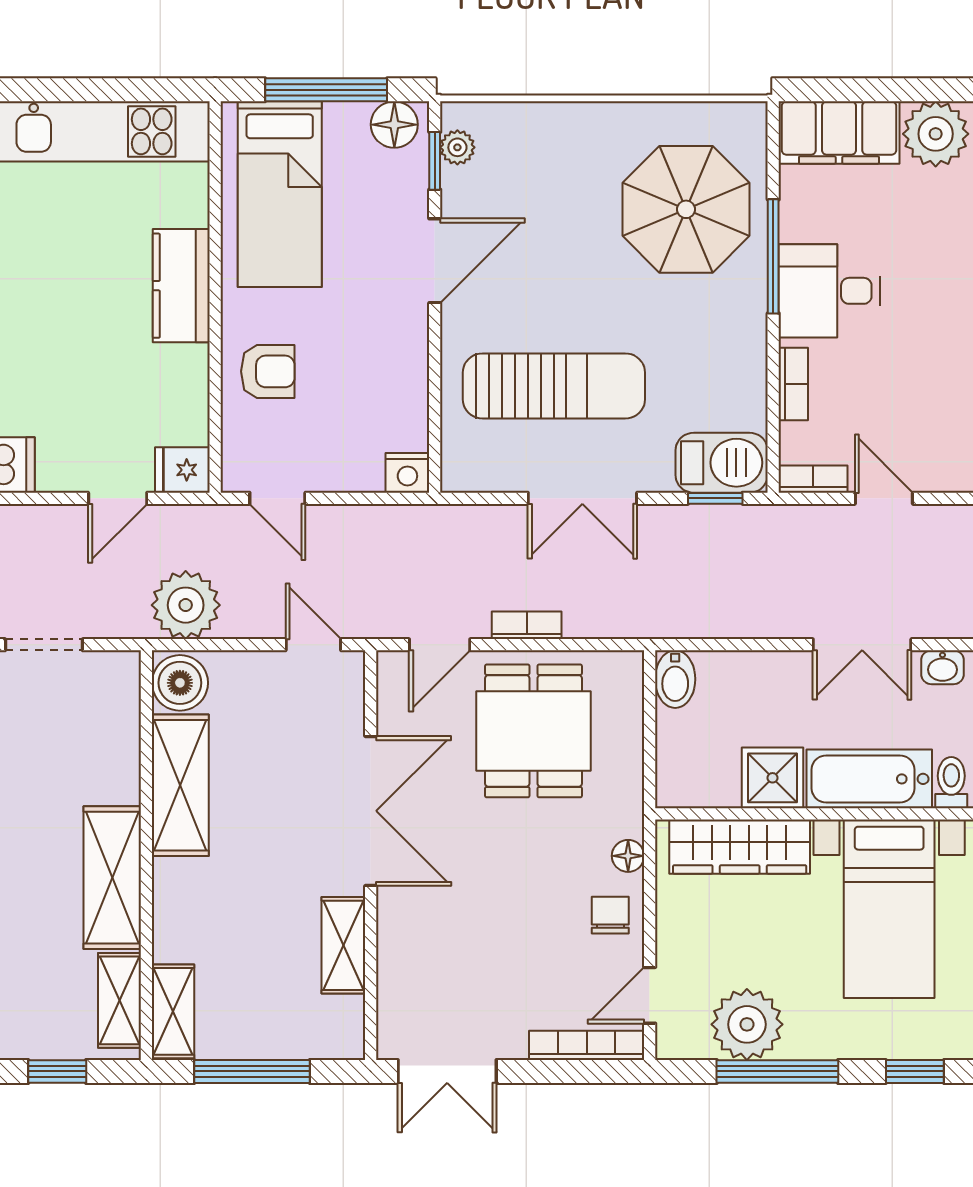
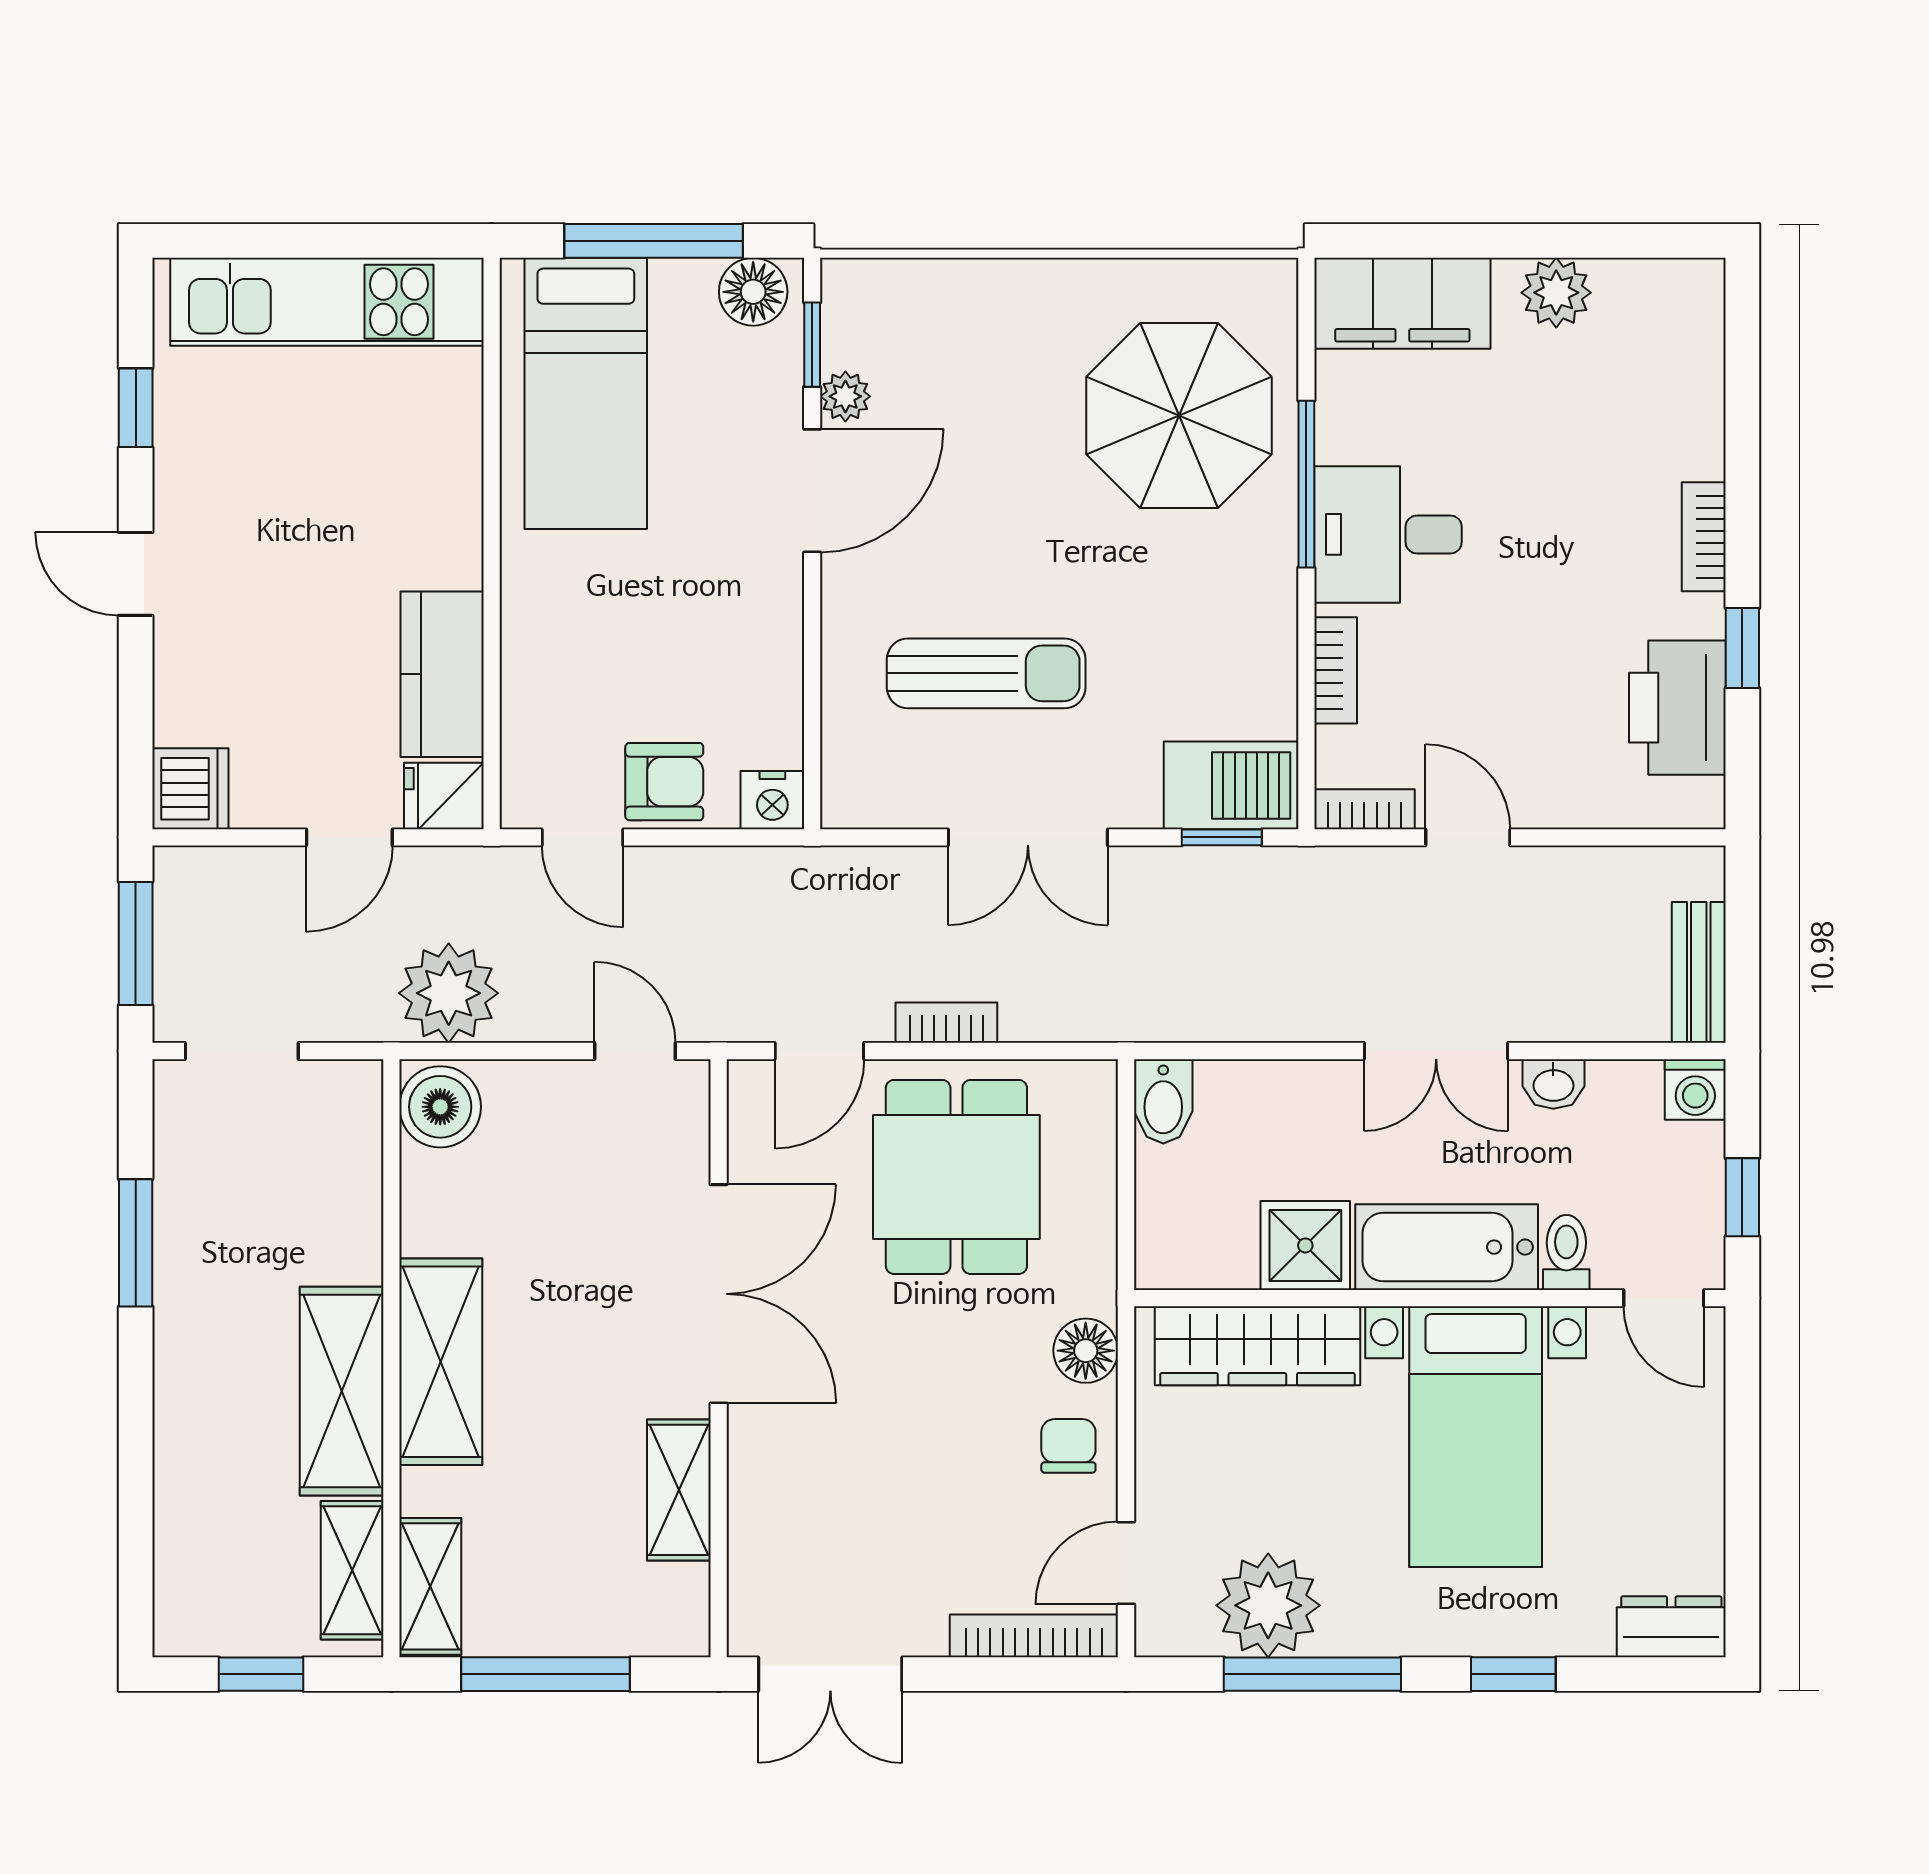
plant: (936, 134) -> (1556, 293), width x0.73, depth x0.73
plant: (457, 147) -> (845, 396), moved
kitchen counter: (181, 286) -> (442, 674), moved
armchair: (268, 371) -> (664, 782), moved
sun lounger: (554, 386) -> (986, 673), width x0.73, depth x0.75
shelving: (180, 785) -> (441, 1362), moved
floor lamp: (628, 856) -> (1086, 1351), width x1.37, depth x1.37

